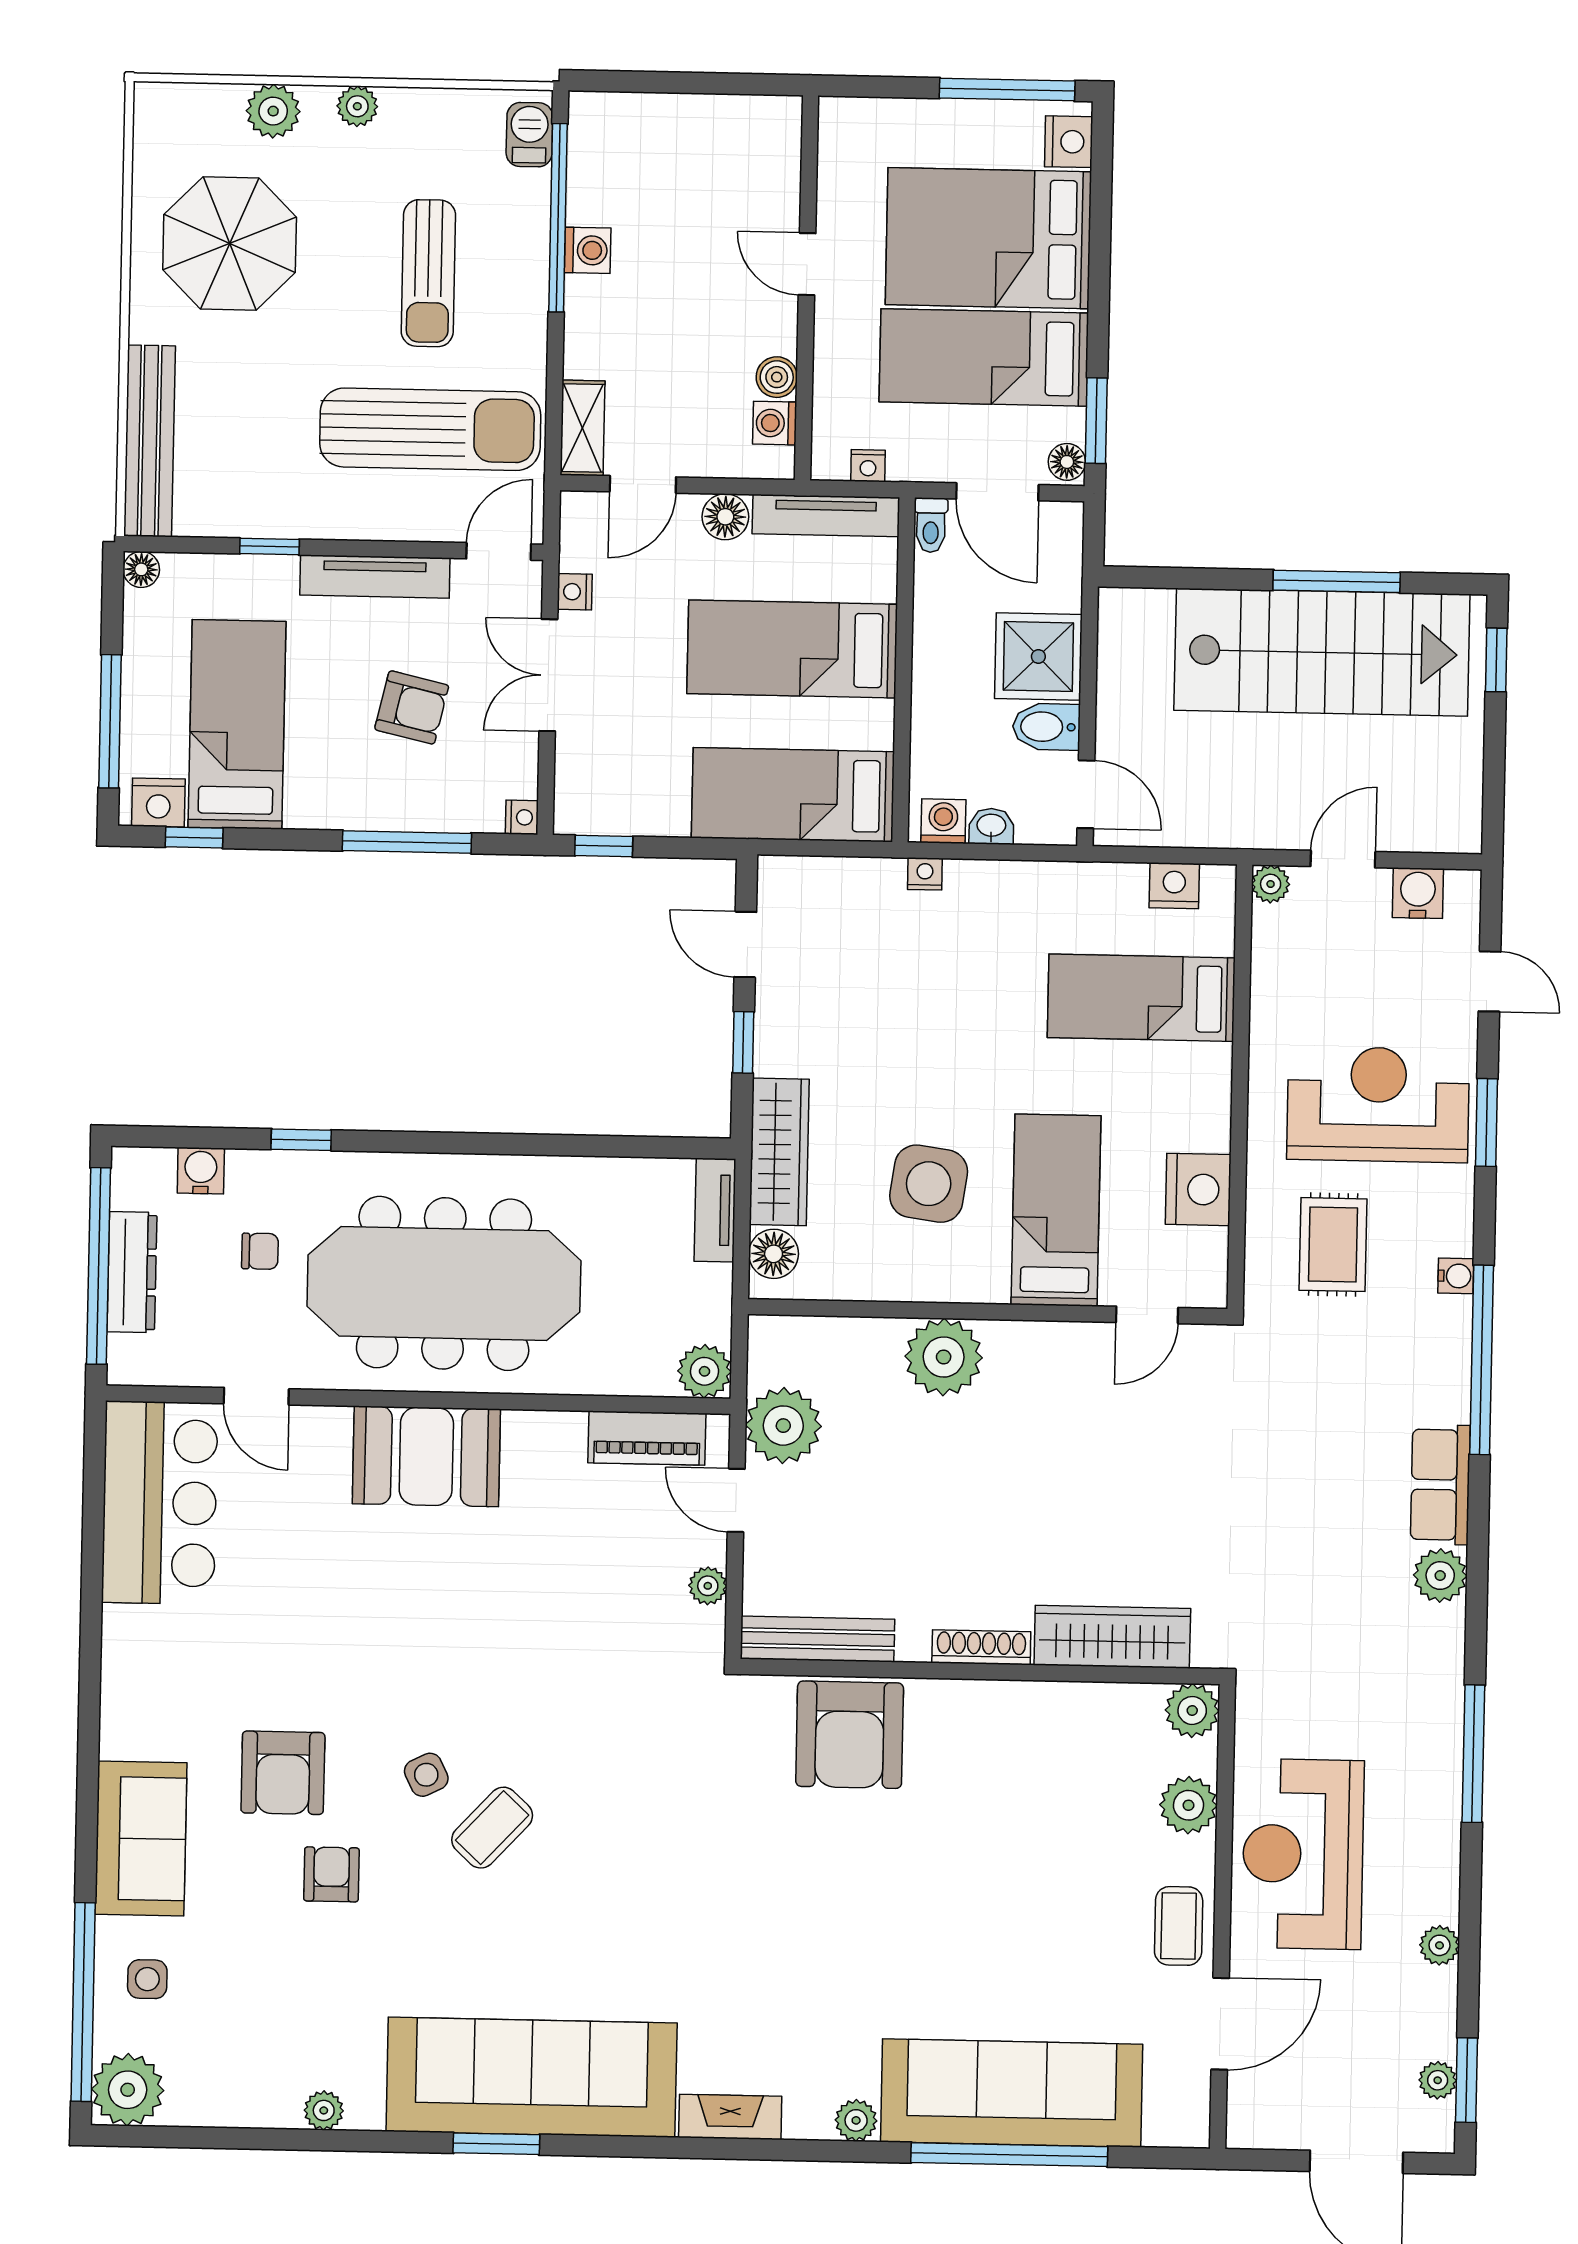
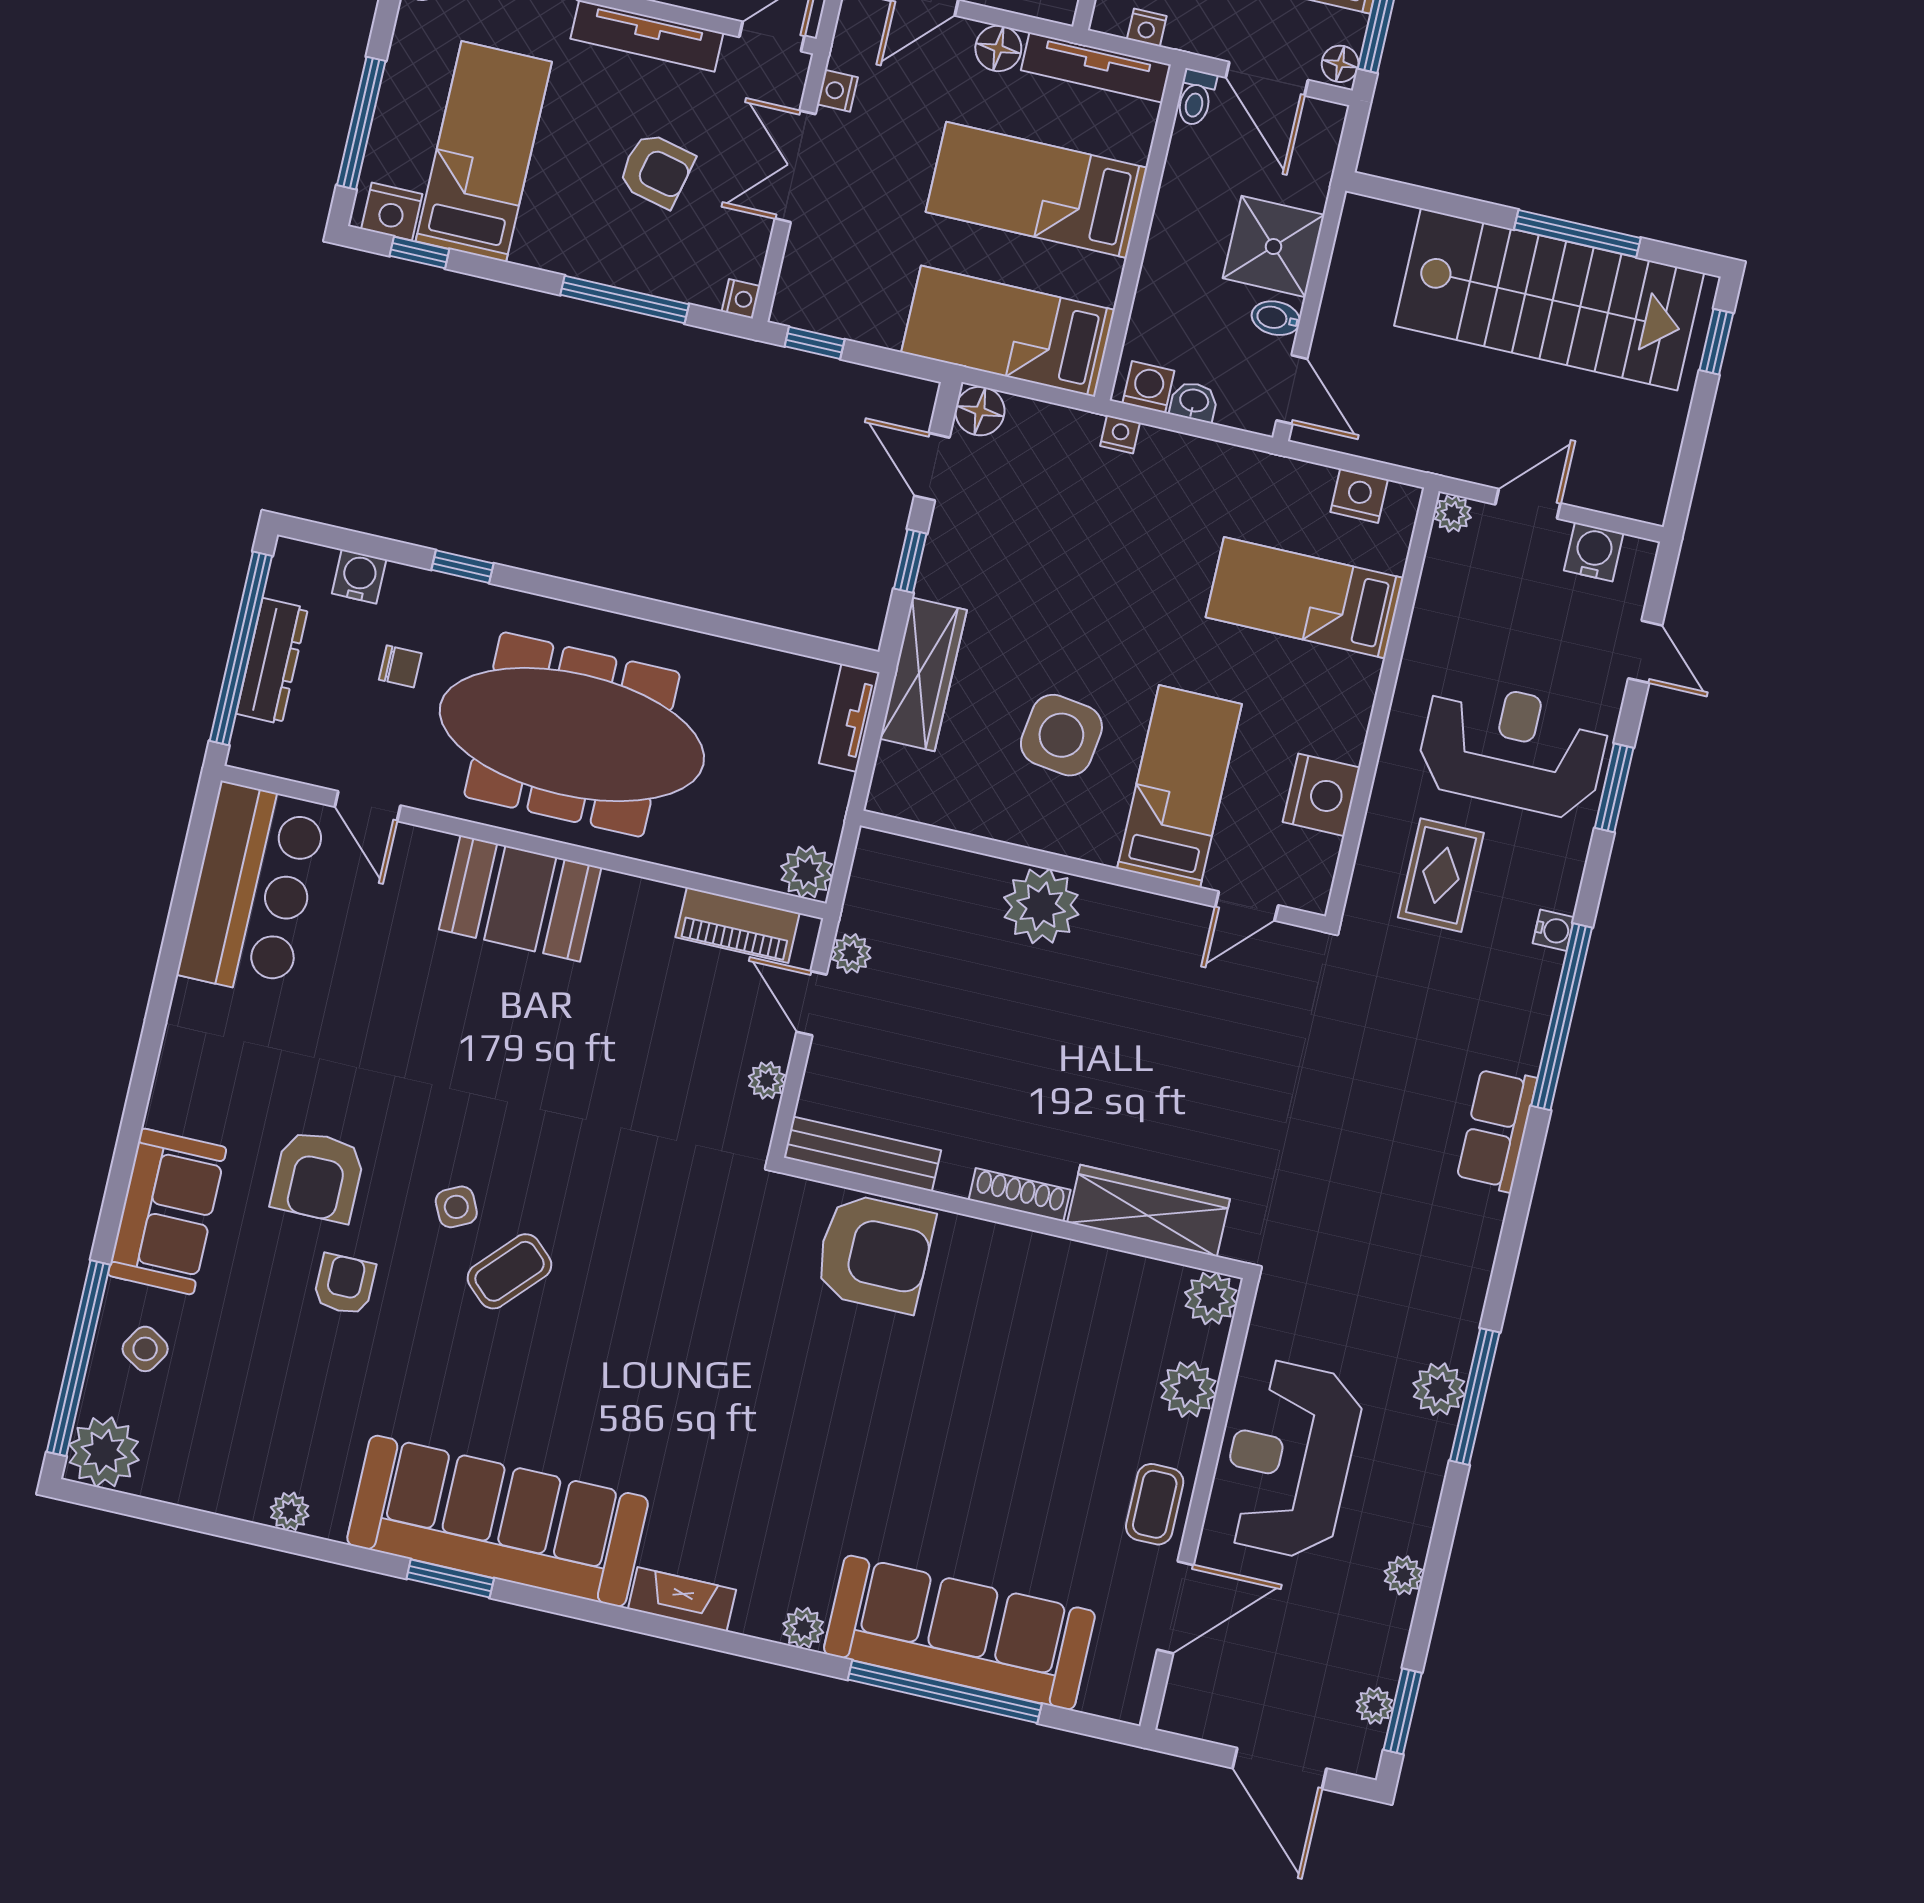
bidet: (1046, 727) -> (1276, 318), width x0.72, depth x0.74
floor lamp: (774, 1254) -> (980, 411), moved
plant: (783, 1426) -> (851, 953), width x0.53, depth x0.53
plant: (1440, 1576) -> (1439, 1389), moved
armchair: (850, 1735) -> (874, 1253), turned -90
side table: (147, 1979) -> (145, 1349), turned 32

